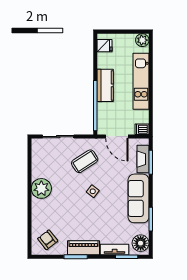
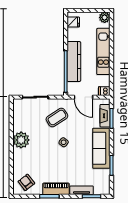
kitchen counter: (105, 85) -> (74, 62), width x1.50
floor lamp: (141, 243) -> (103, 185), removed

